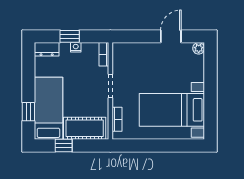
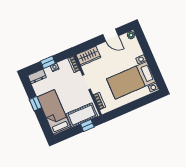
door: (171, 36) -> (111, 35), swing flipped
wardrobe: (128, 52) -> (88, 56), added
window: (28, 112) -> (35, 104), moved
window: (64, 145) -> (87, 125), moved

